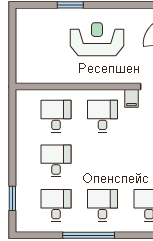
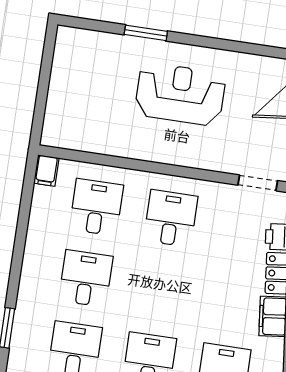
filing cabinet: (132, 98) -> (46, 171), moved

